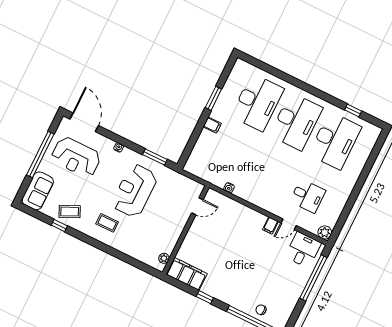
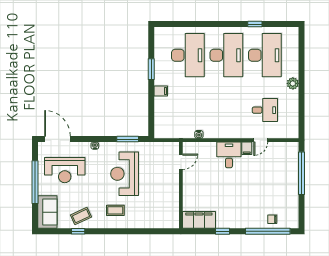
window: (353, 110) -> (255, 24), moved
plant: (325, 232) -> (293, 83), moved
desk: (303, 250) -> (229, 155), moved
plant: (164, 258) -> (175, 216), removed

